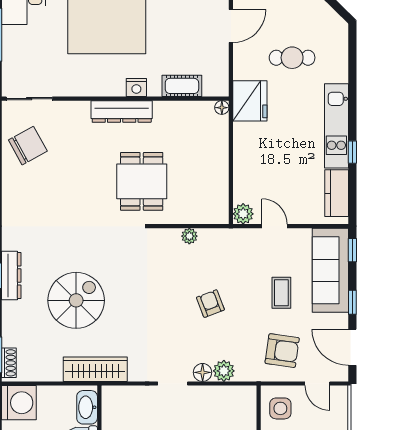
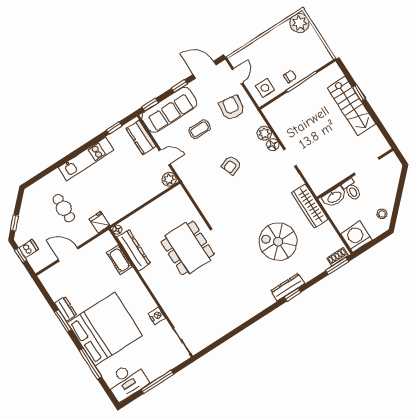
nightstand: (136, 87) -> (157, 316), moved
fridge: (250, 101) -> (100, 222), width x0.53, depth x0.75
dresser: (122, 112) -> (134, 250), moved
chair: (28, 146) -> (209, 325), removed
window: (352, 152) -> (114, 128), moved
dining table: (142, 181) -> (188, 248), width x1.37
kitchen counter: (337, 193) -> (141, 137), moved, turned 90
door: (274, 226) -> (165, 157), swing flipped
plant: (189, 236) -> (201, 201), removed
door: (352, 347) -> (205, 70), swing flipped

